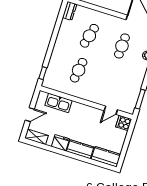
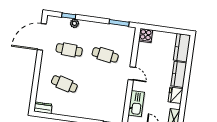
cafe table: (79, 70) -> (105, 55), moved
door: (111, 110) -> (132, 73), moved

